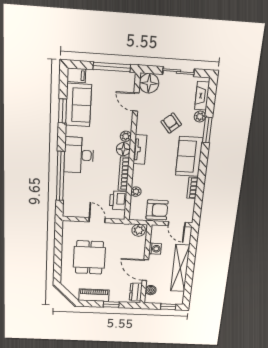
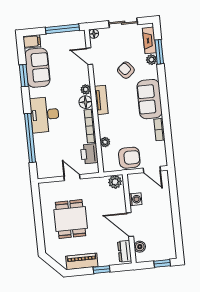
floor lamp: (149, 83) -> (94, 34), width x0.53, depth x0.53
window: (207, 130) -> (159, 52), moved
shelving: (180, 268) -> (165, 217), removed

